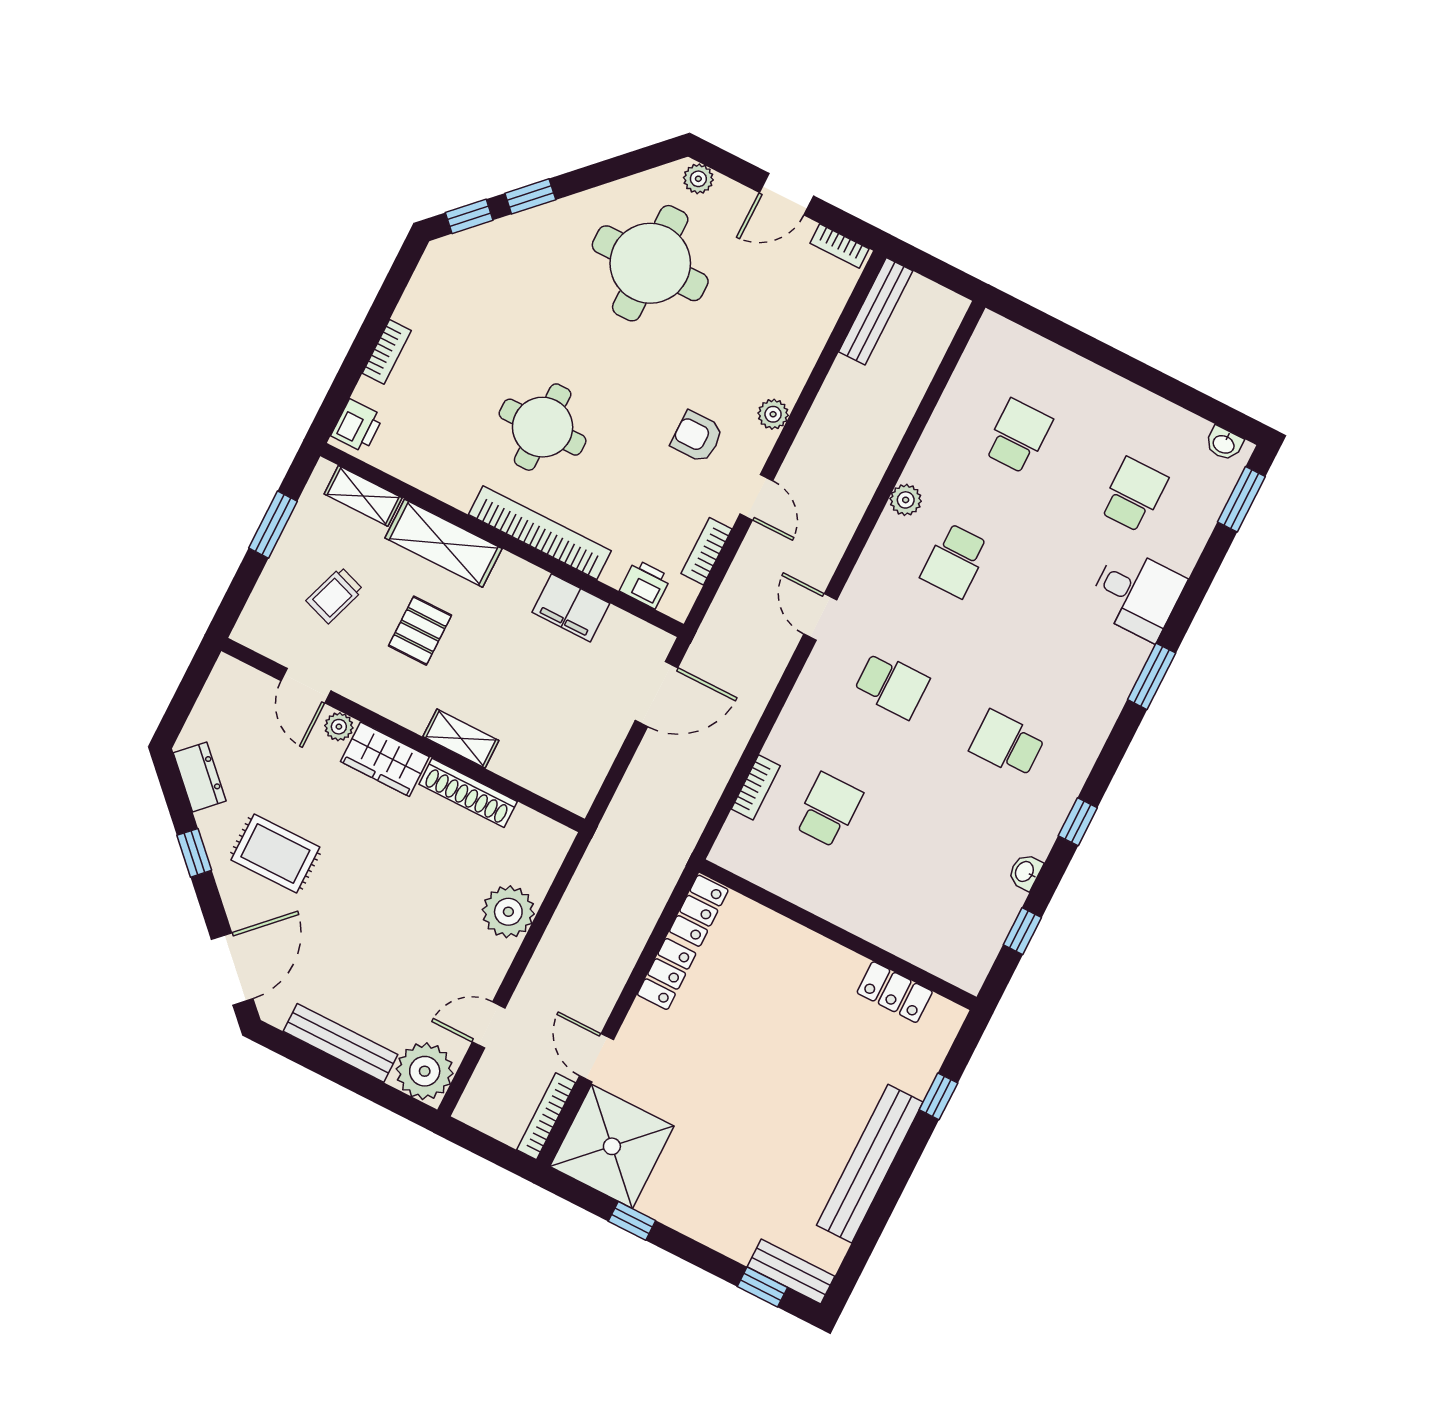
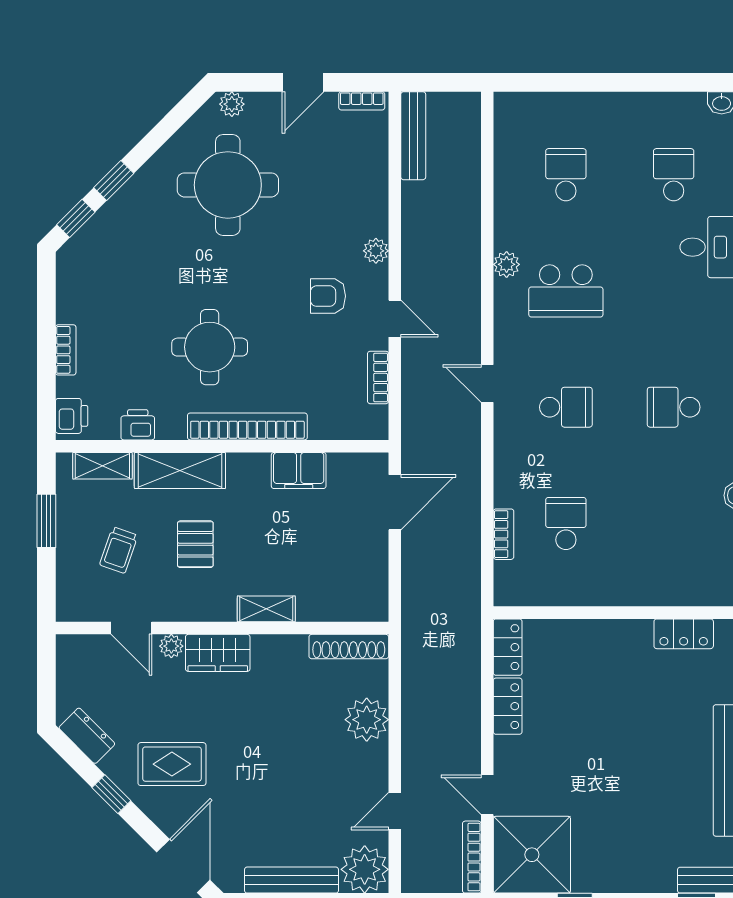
school desk: (955, 561) -> (566, 291), width x1.85
printer: (645, 584) -> (138, 425), moved
shoe rack: (468, 793) -> (349, 647), moved

